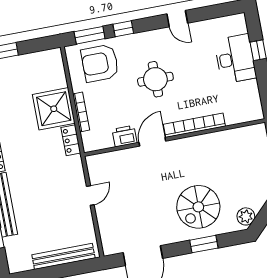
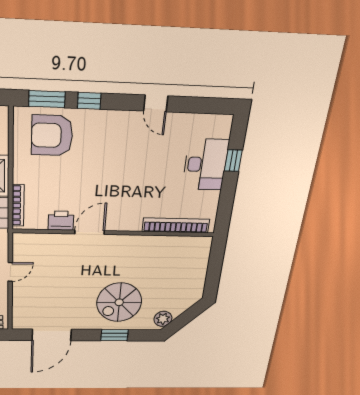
round table: (155, 79) -> (111, 168), removed
bookcase: (81, 112) -> (18, 206), moved
bookcase: (194, 125) -> (176, 225), moved

